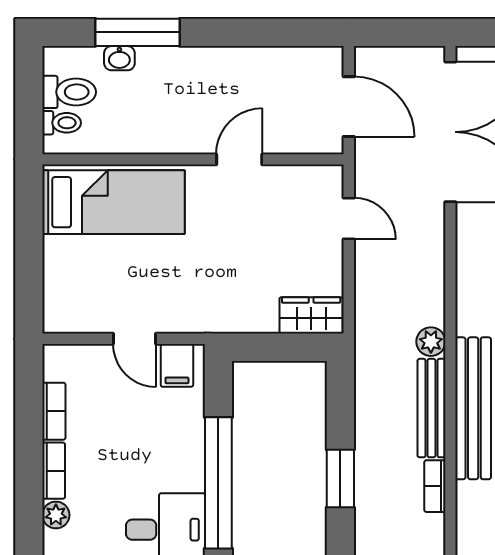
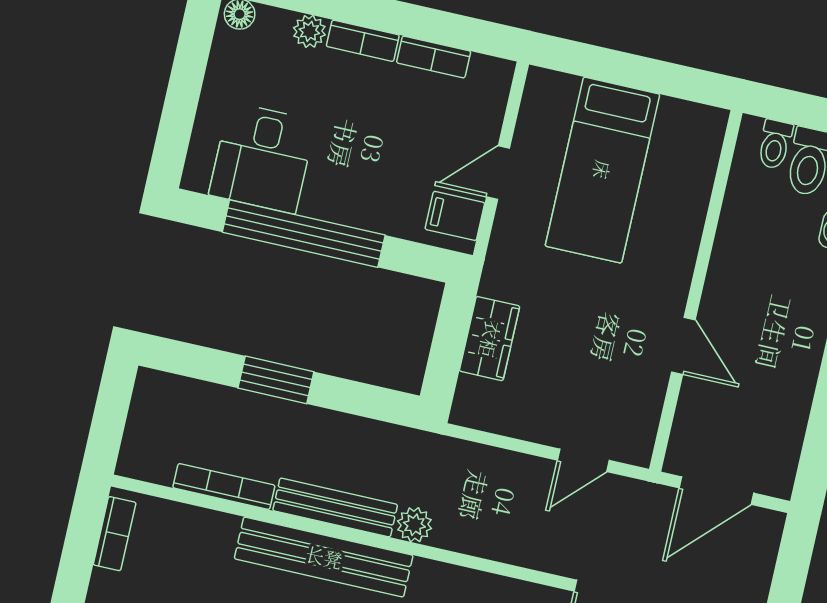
bed: (114, 202) -> (602, 170), moved
wardrobe: (311, 315) -> (490, 339), moved
bookcase: (435, 486) -> (224, 486), width x1.56

